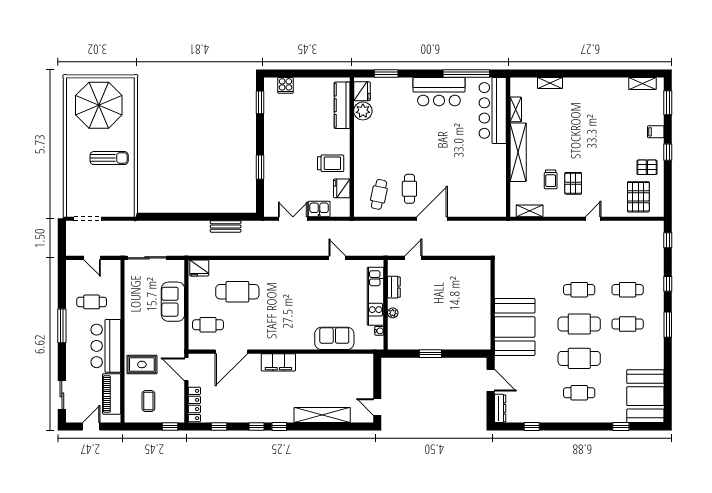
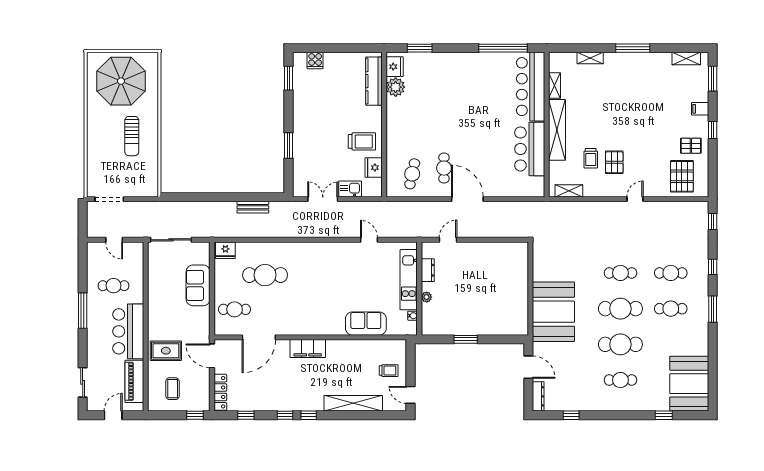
window: (591, 73) -> (633, 48), added
bar counter: (439, 92) -> (530, 149), moved, turned 90
sun lounger: (109, 158) -> (132, 136), turned 90
door: (432, 219) -> (467, 199), hinge flipped
trolley: (356, 384) -> (389, 371), added

